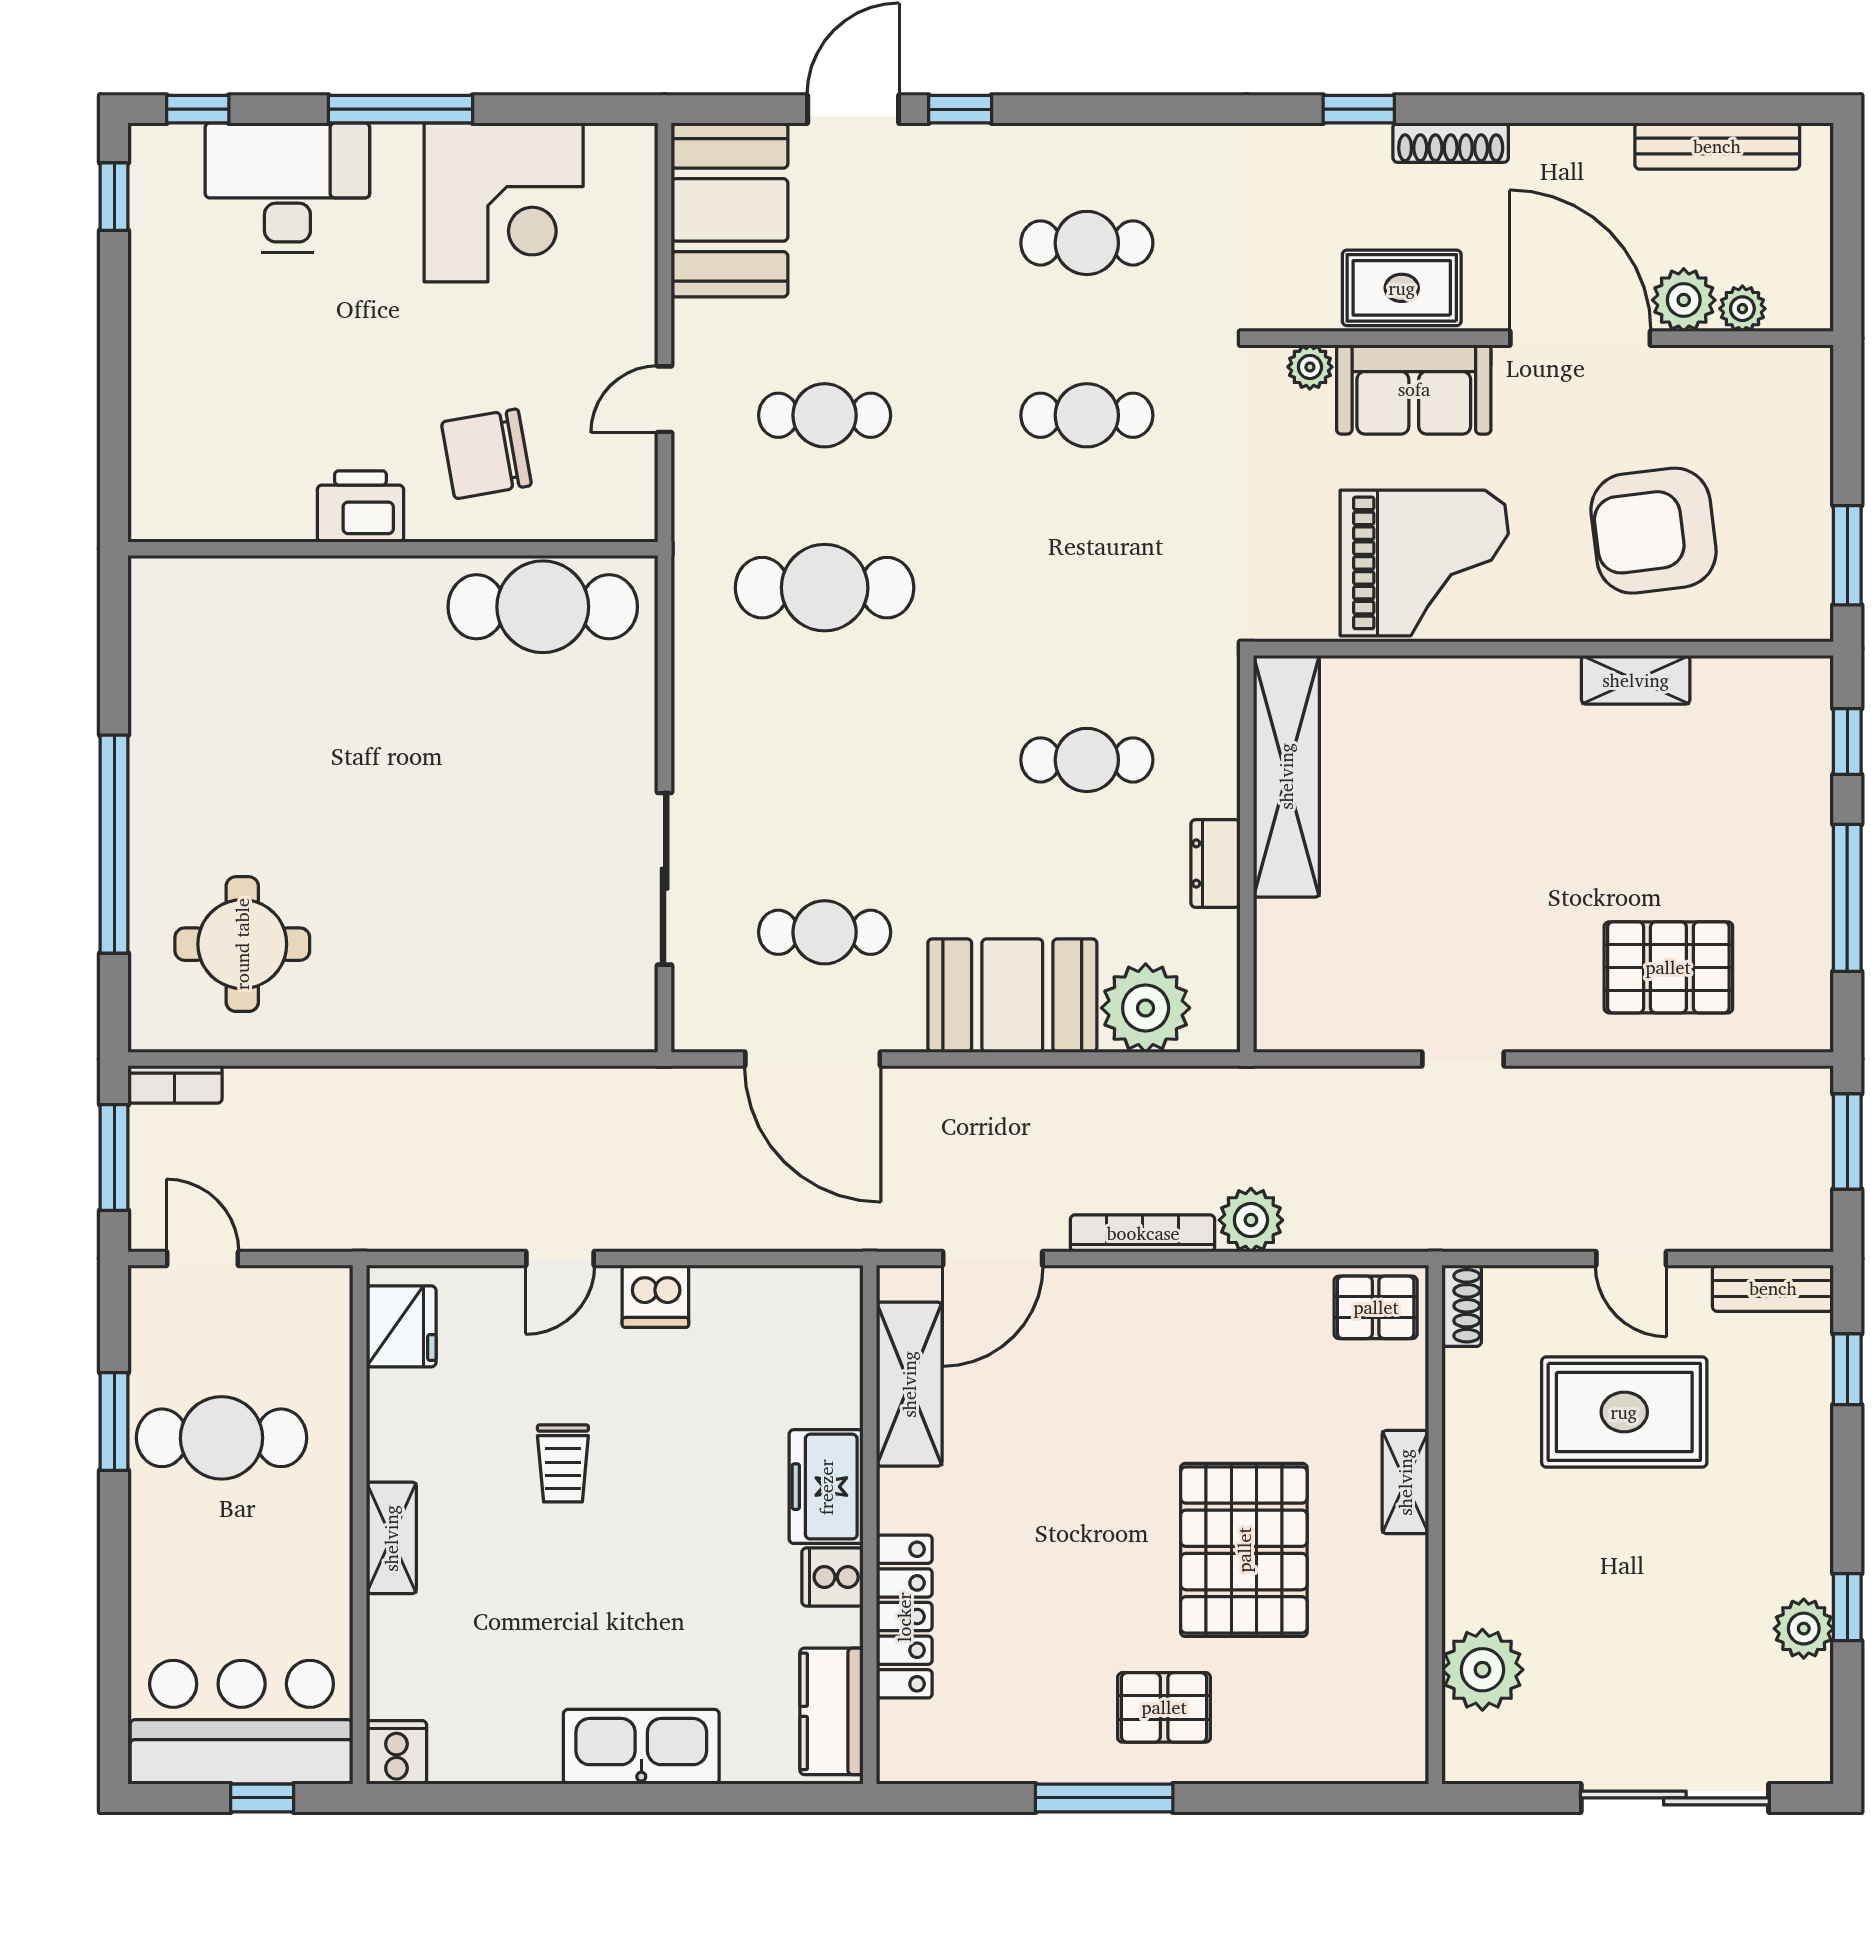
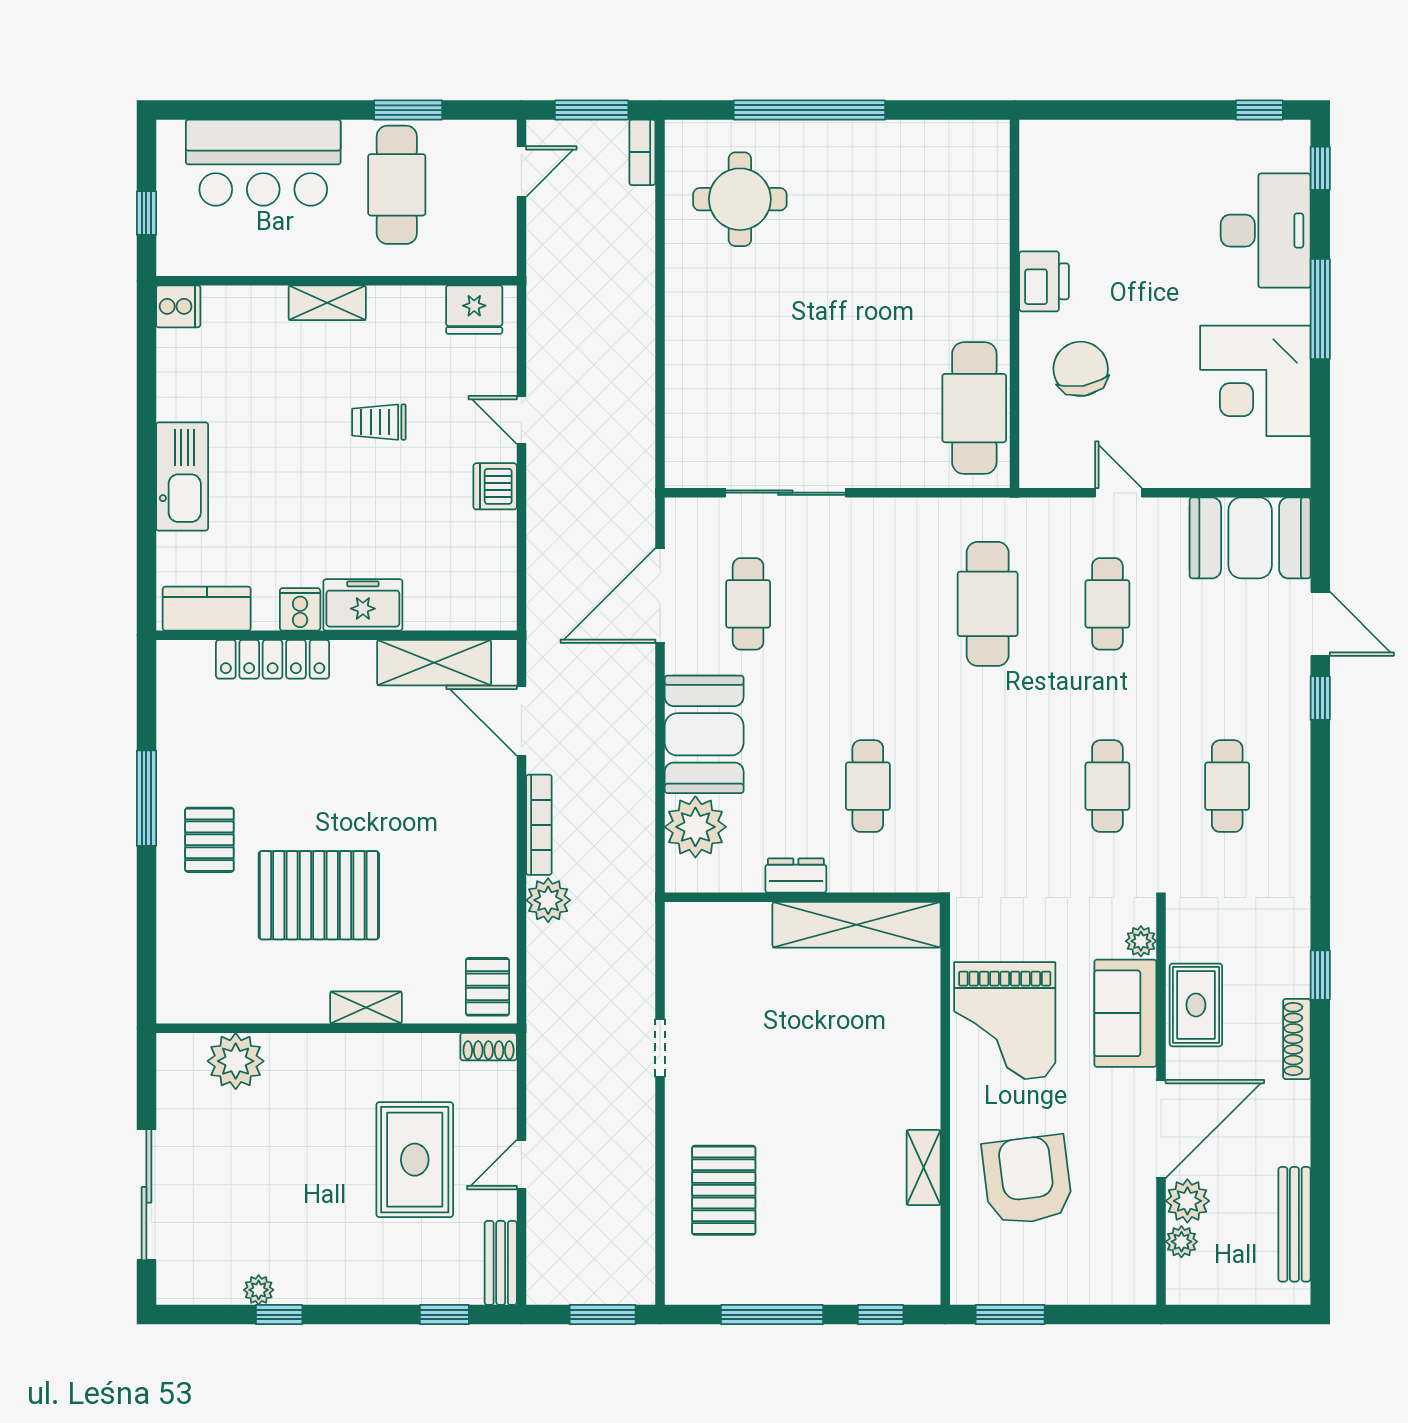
plant: (1804, 1629) -> (259, 1290), width x0.73, depth x0.73
bar counter: (242, 1722) -> (263, 163), moved, turned 90

